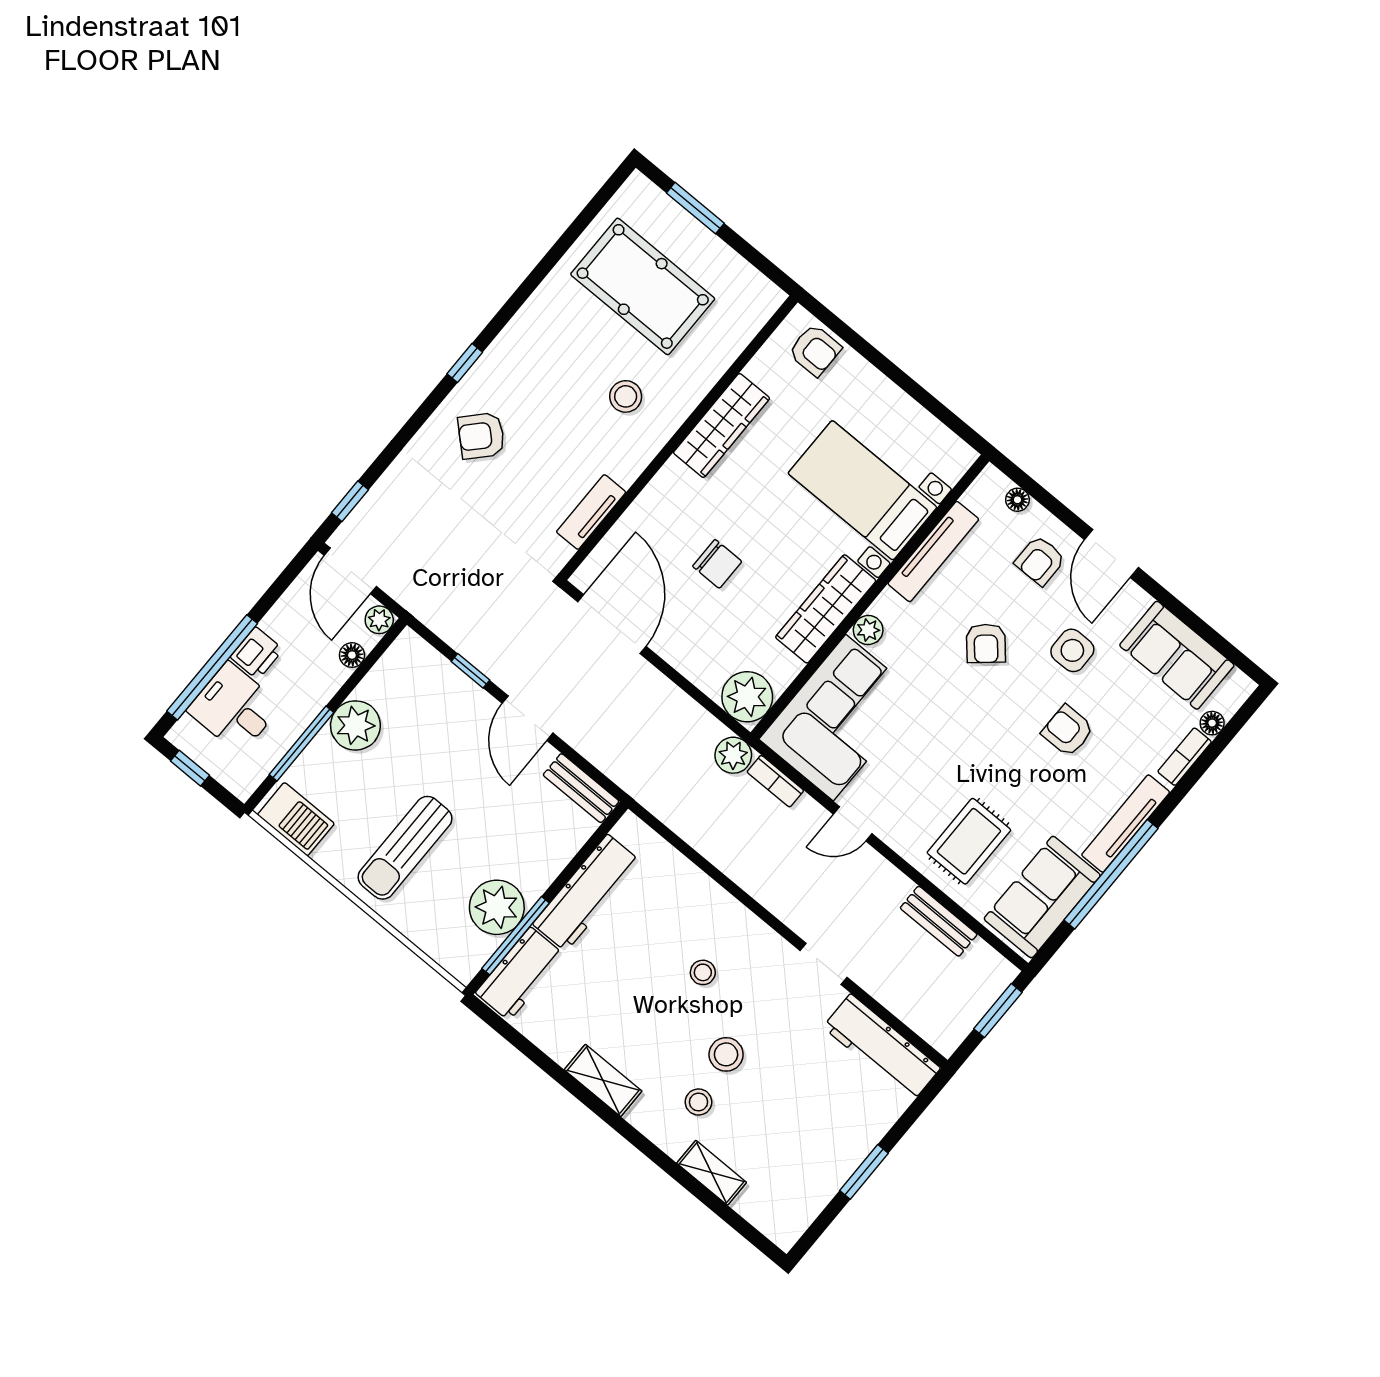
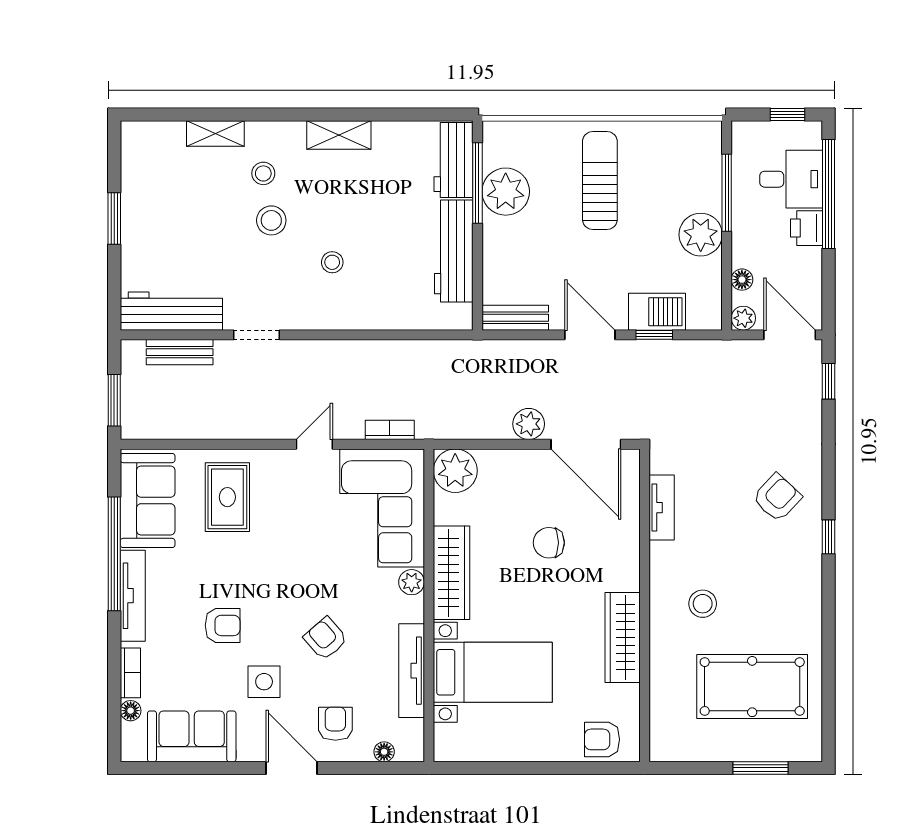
plant: (733, 755) -> (529, 424), moved
barbecue: (296, 819) -> (657, 312), moved, turned 180
bench: (939, 921) -> (180, 352), moved

